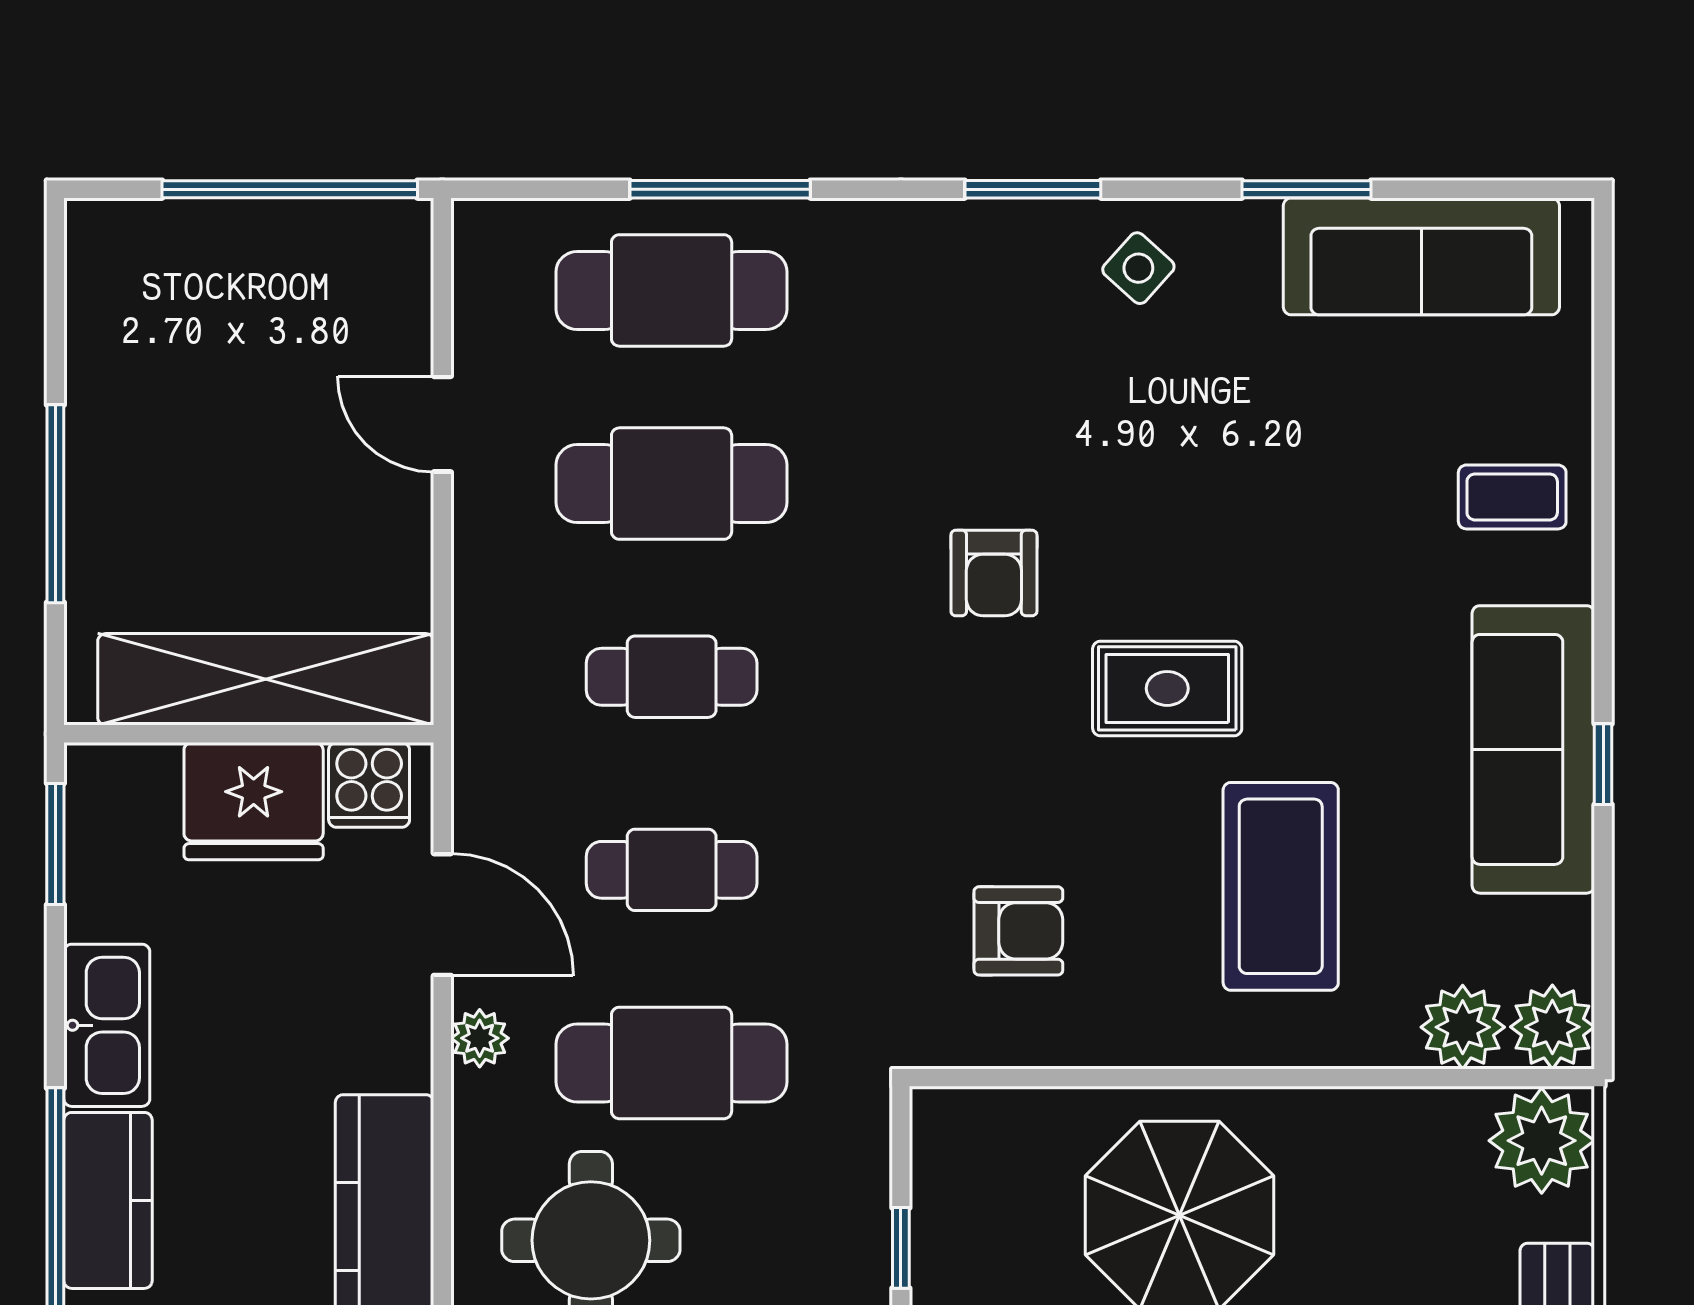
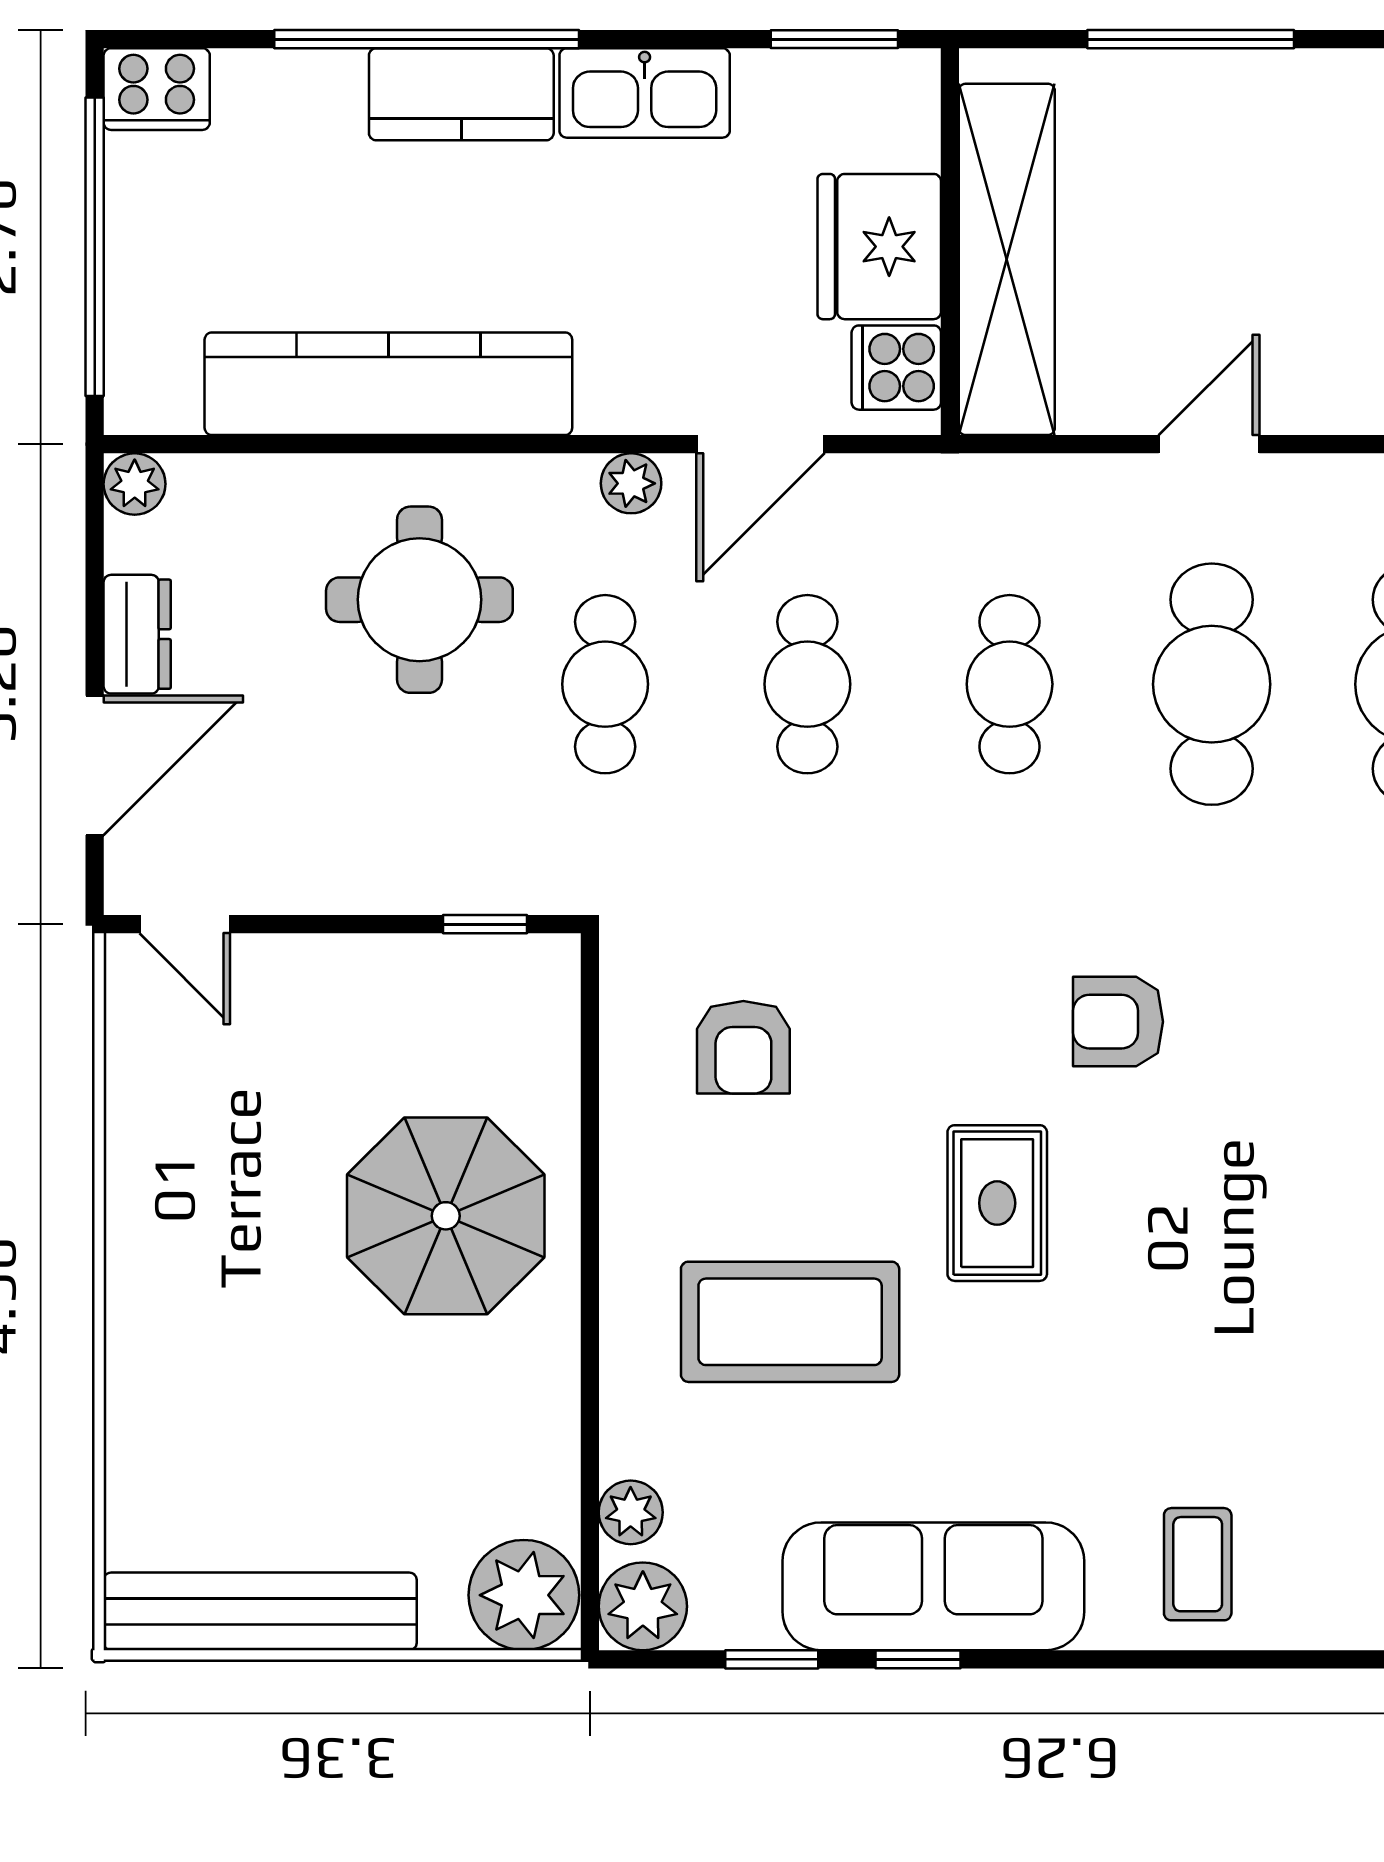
door: (442, 424) -> (1209, 444), moved
window: (1603, 904) -> (772, 1659), added
plant: (1463, 1027) -> (631, 1512), width x0.73, depth x0.73
cafe table: (672, 1063) -> (605, 684), width x0.73, depth x0.74
window: (901, 1248) -> (485, 924), moved

